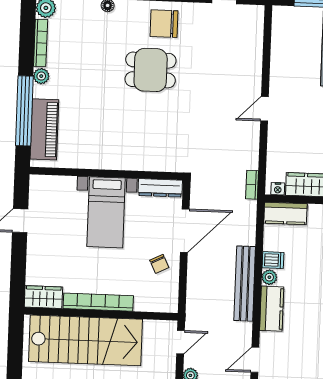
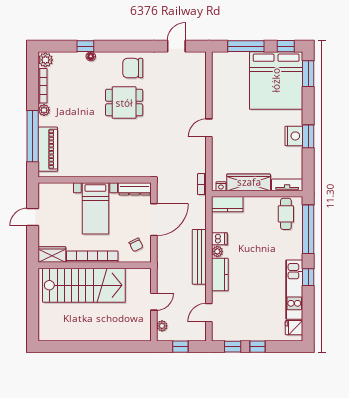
wardrobe: (43, 297) -> (52, 255), moved
bookcase: (98, 302) -> (92, 257), moved
wall: (101, 314) -> (95, 265), moved
stairs: (85, 340) -> (84, 285), moved

